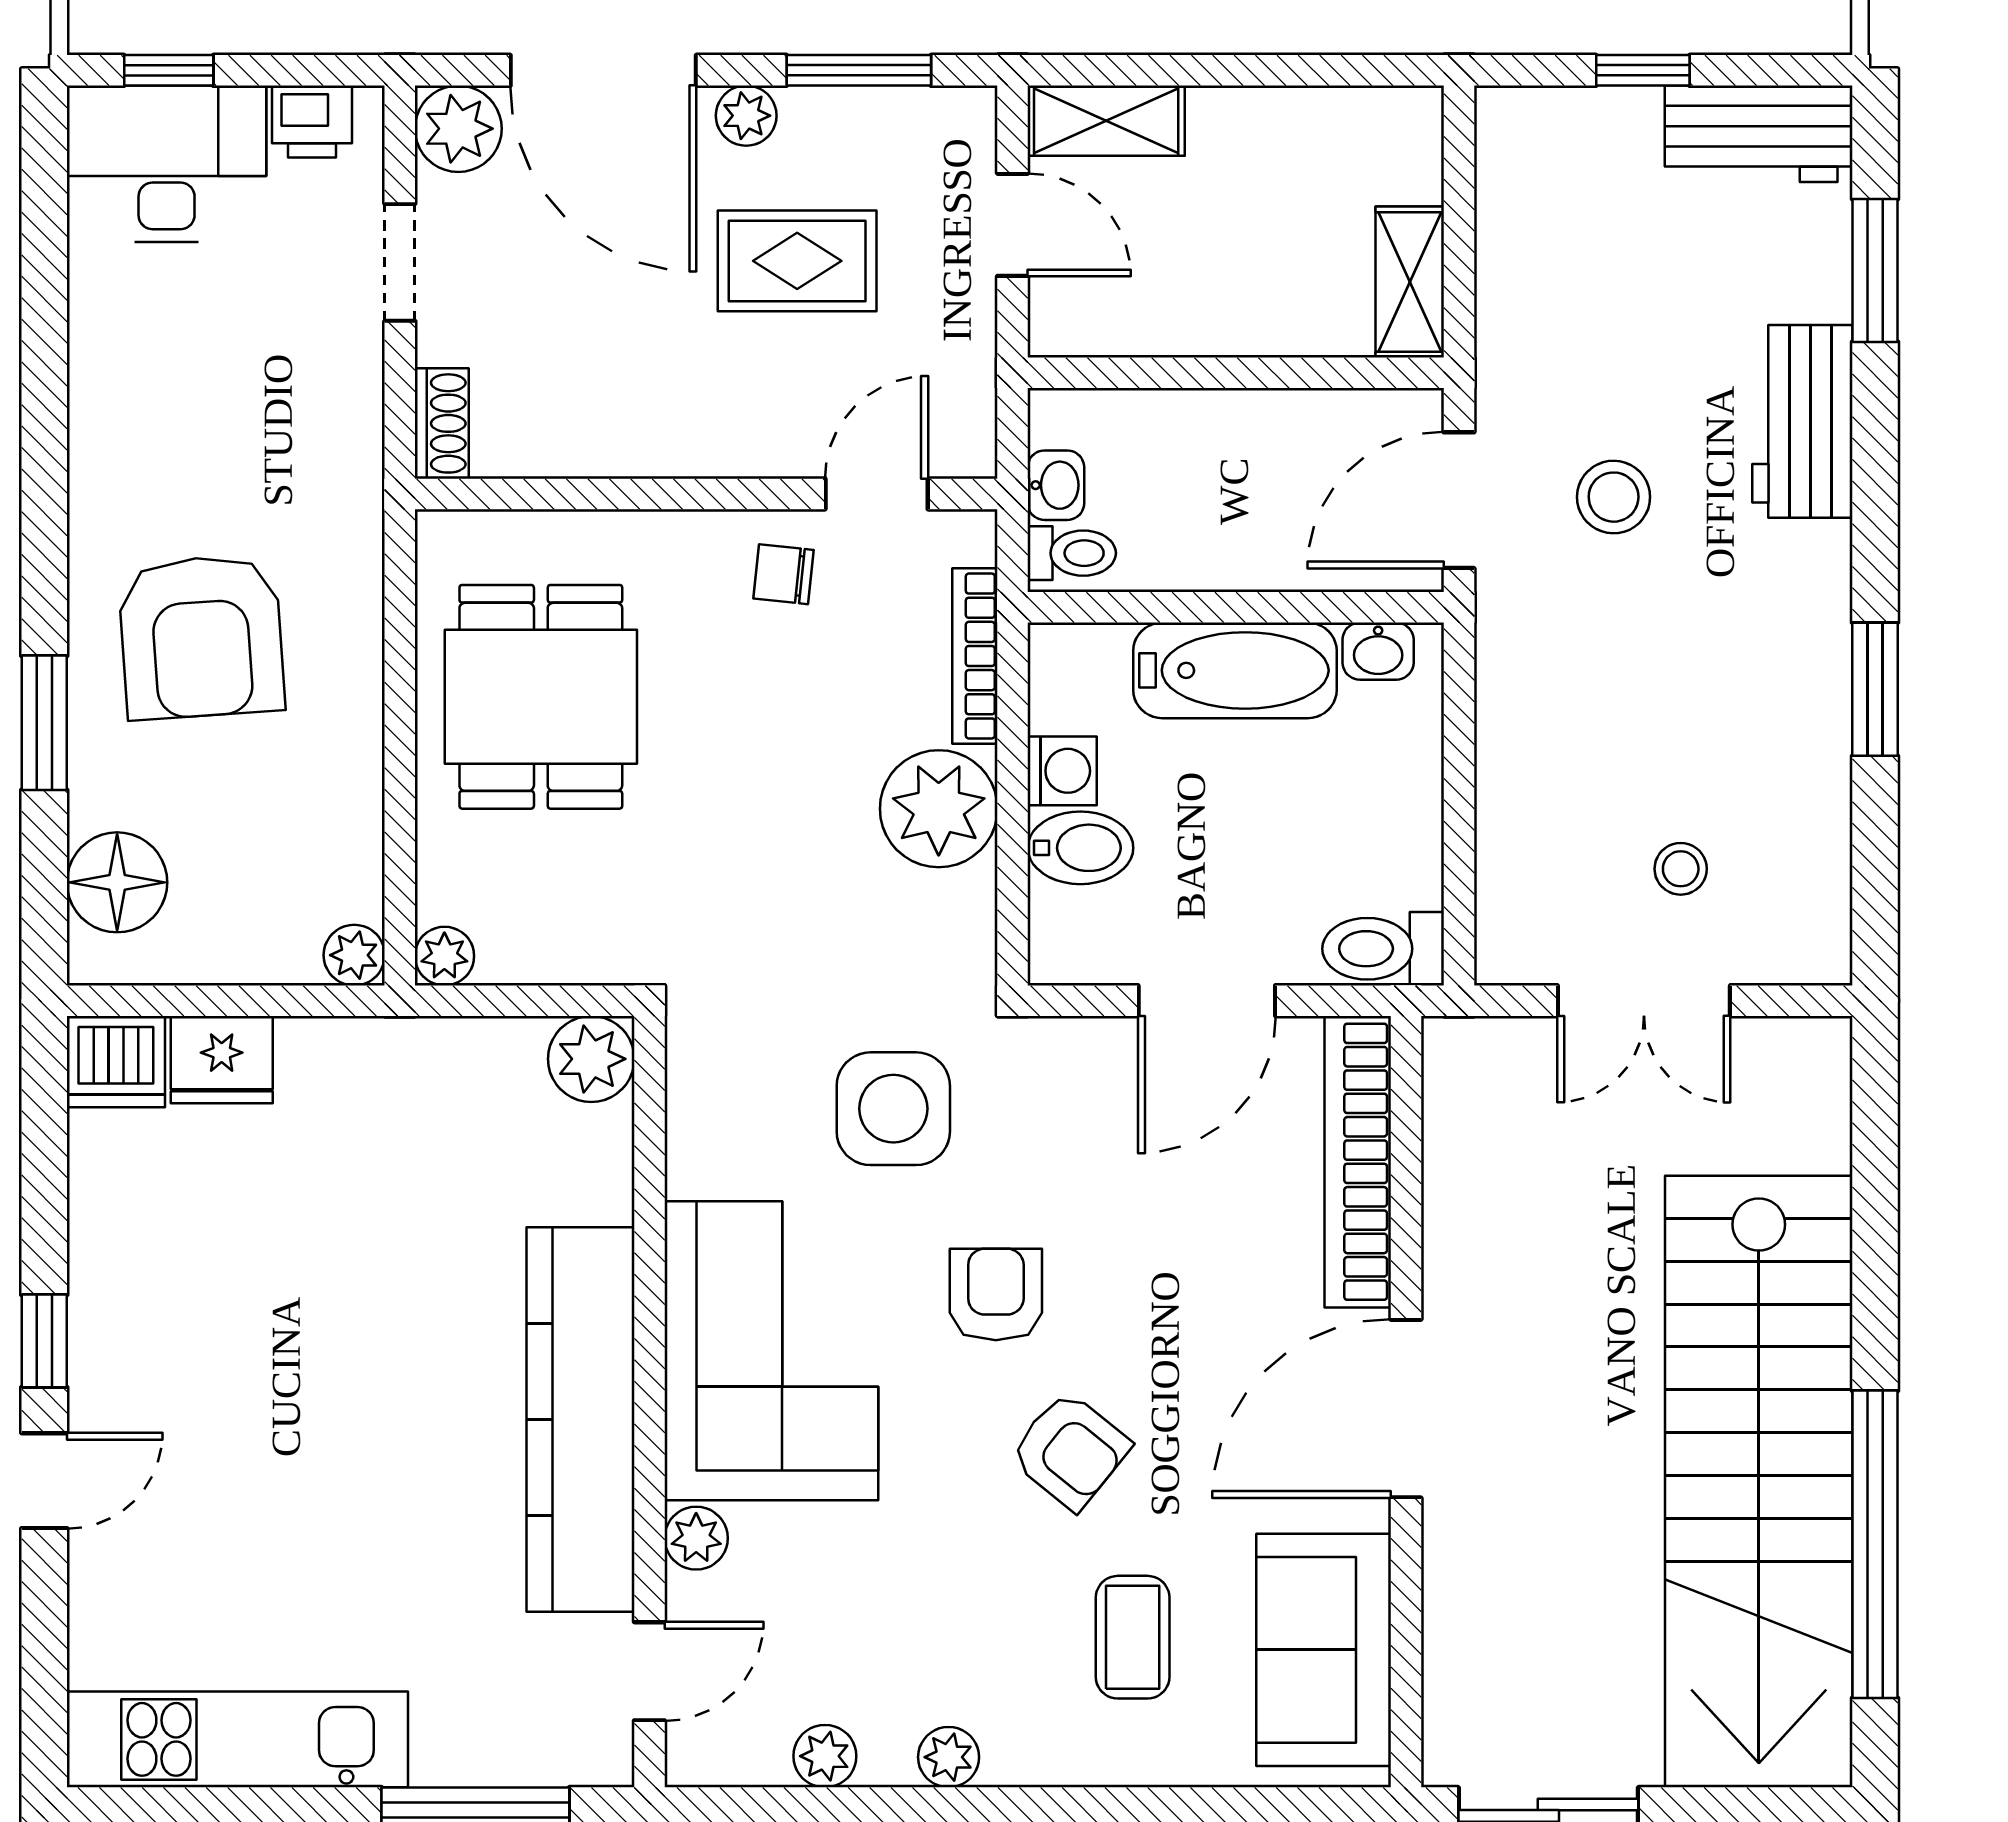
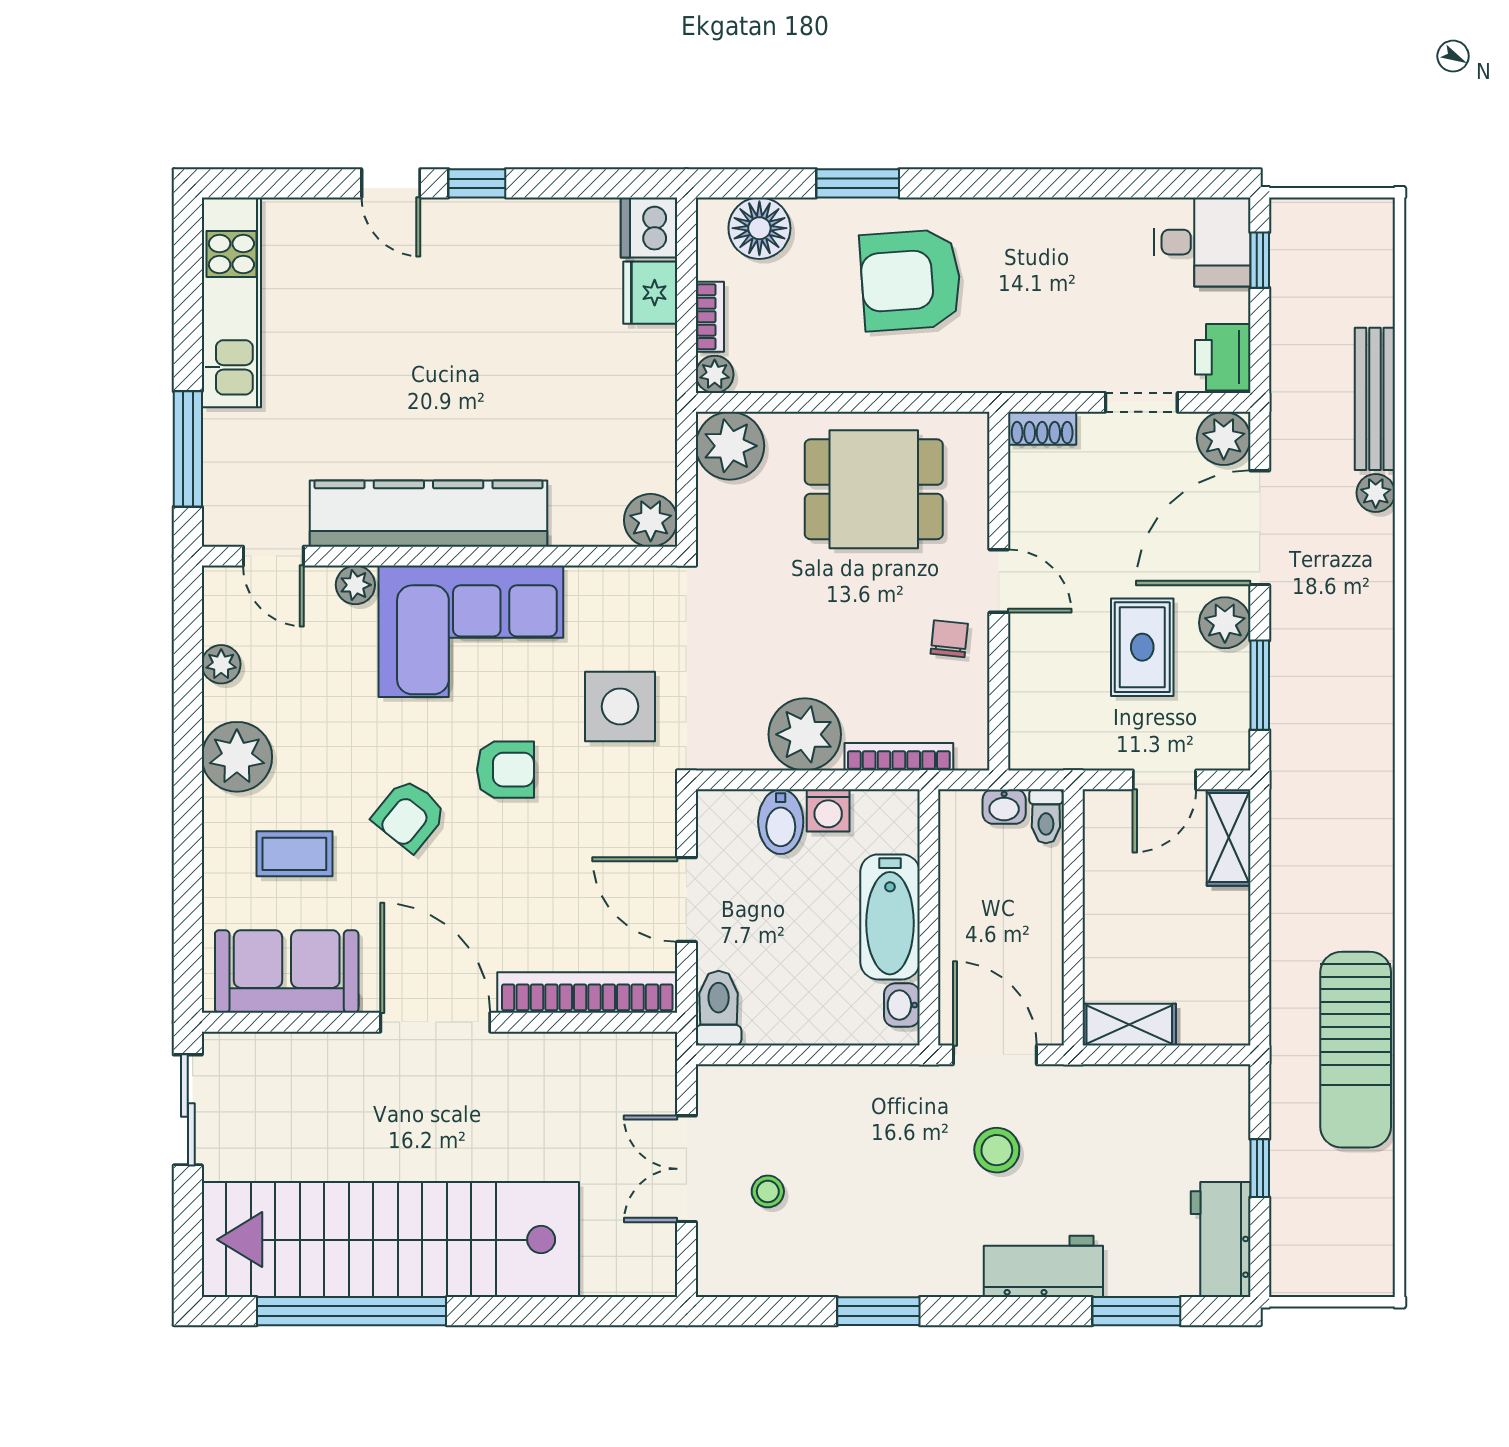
plant: (746, 116) -> (1225, 623), width x1.38, depth x1.38
printer: (312, 122) -> (1223, 357), width x1.36, depth x1.24
desk: (167, 164) -> (1202, 242), width x0.73
door: (877, 494) -> (999, 581), moved
toilet: (1072, 553) -> (1046, 816), moved
plant: (444, 956) -> (730, 446), width x1.88, depth x1.88
bookcase: (261, 963) -> (710, 317), added
plant: (949, 1757) -> (237, 757), width x1.87, depth x1.87

